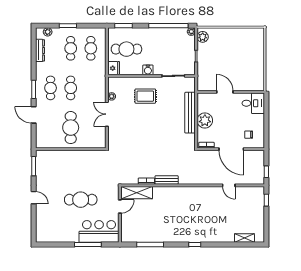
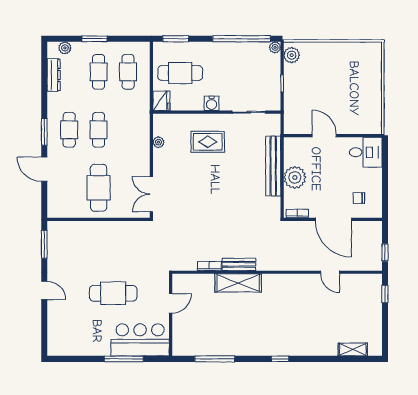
double door: (107, 114) -> (151, 194), moved
shelving: (137, 193) -> (238, 283), moved

